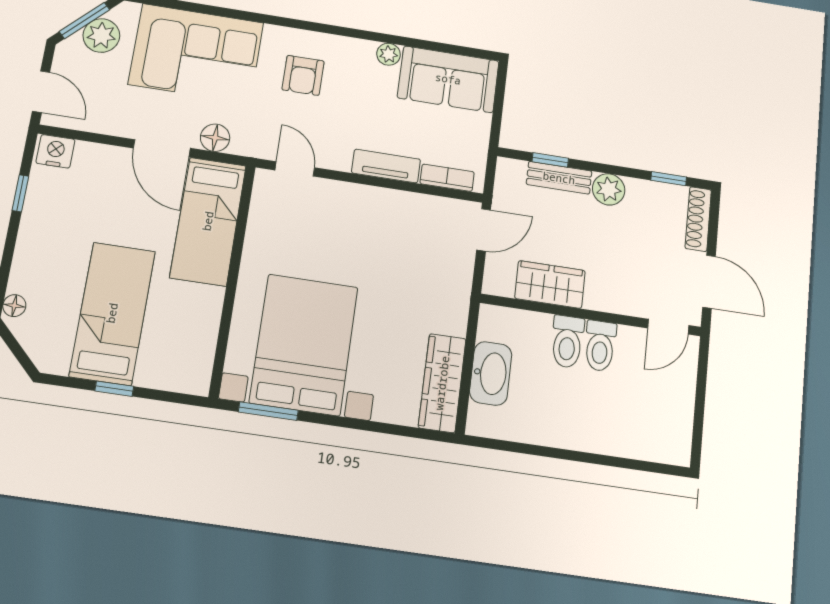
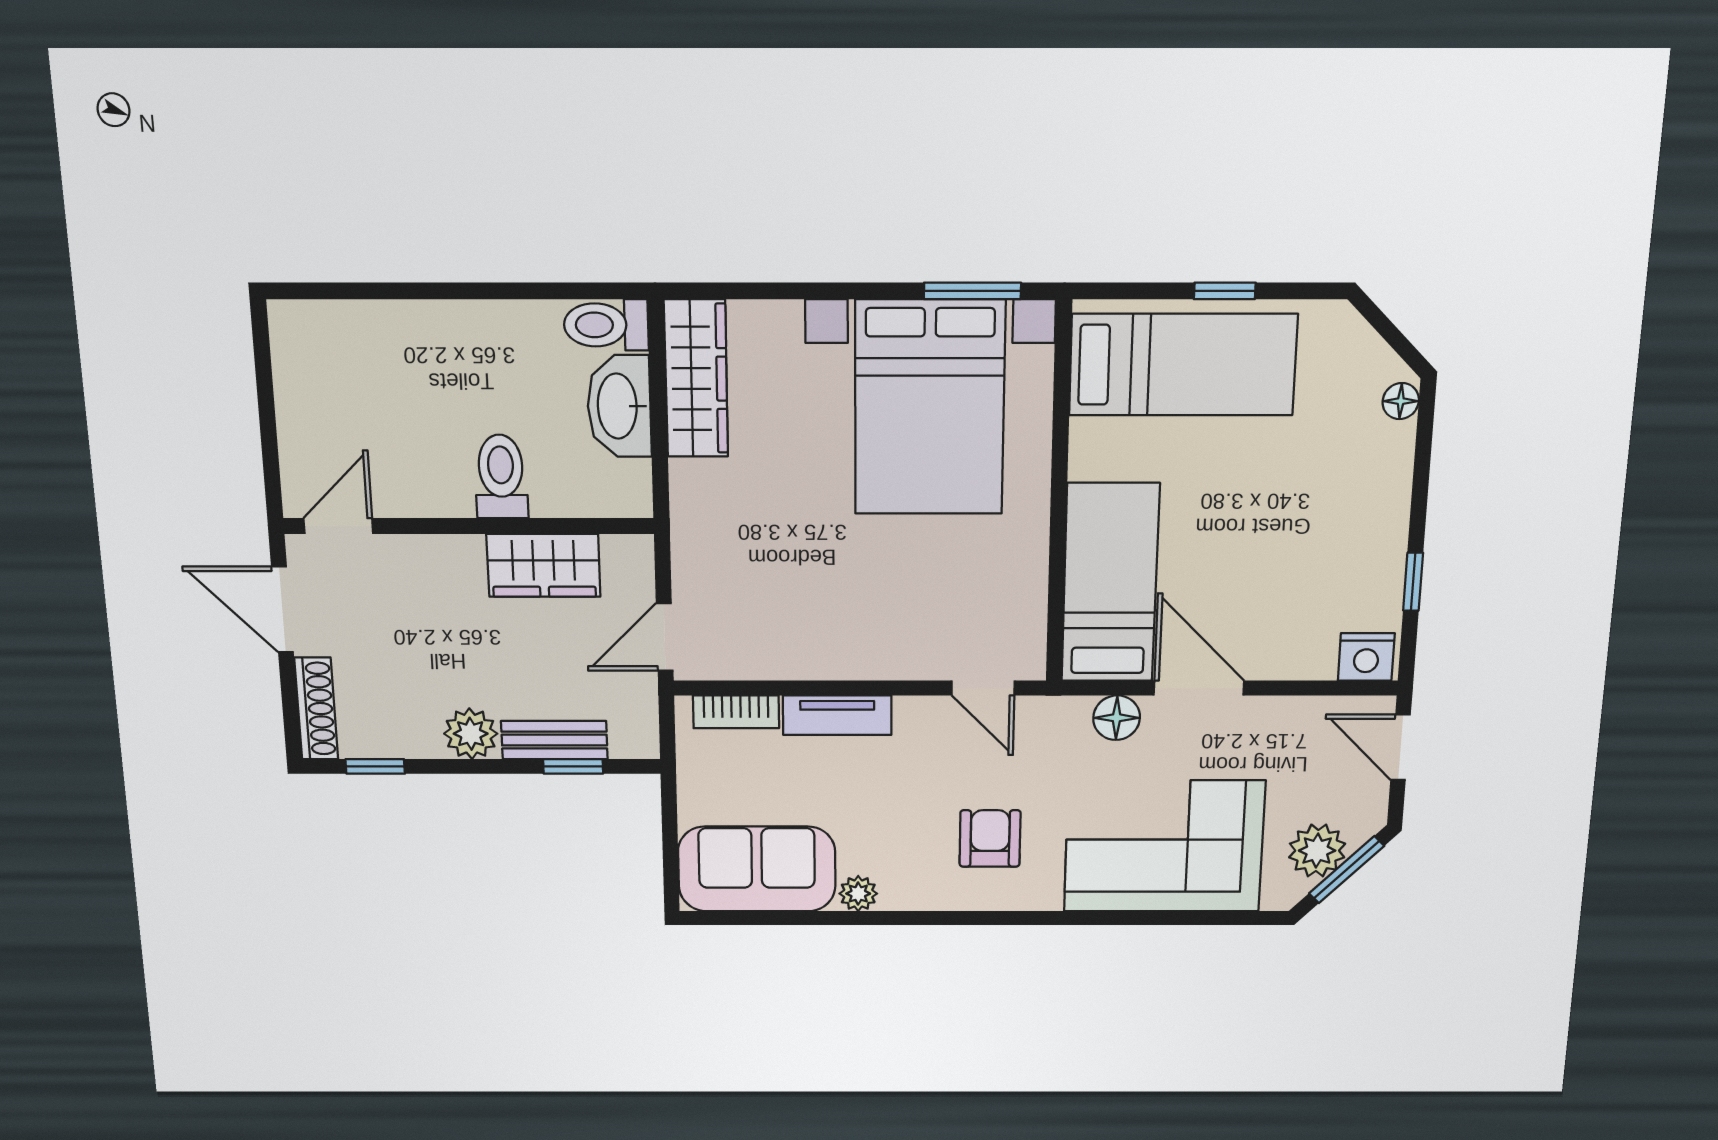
bed: (112, 313) -> (1183, 365), moved, turned -90
toilet: (600, 346) -> (606, 325), moved, turned -90

